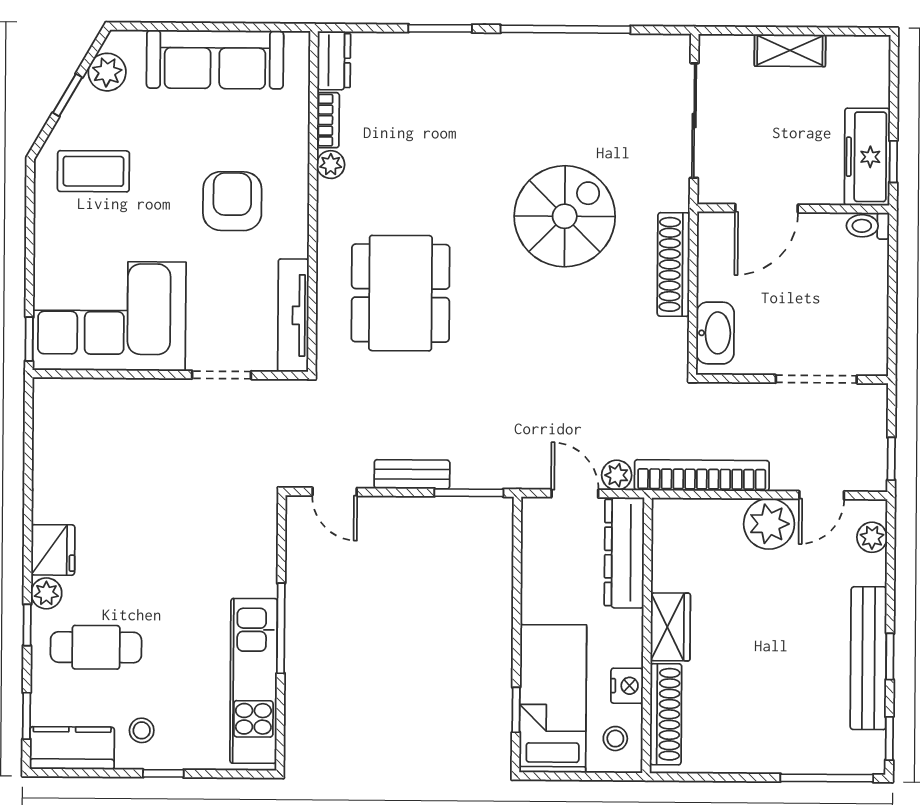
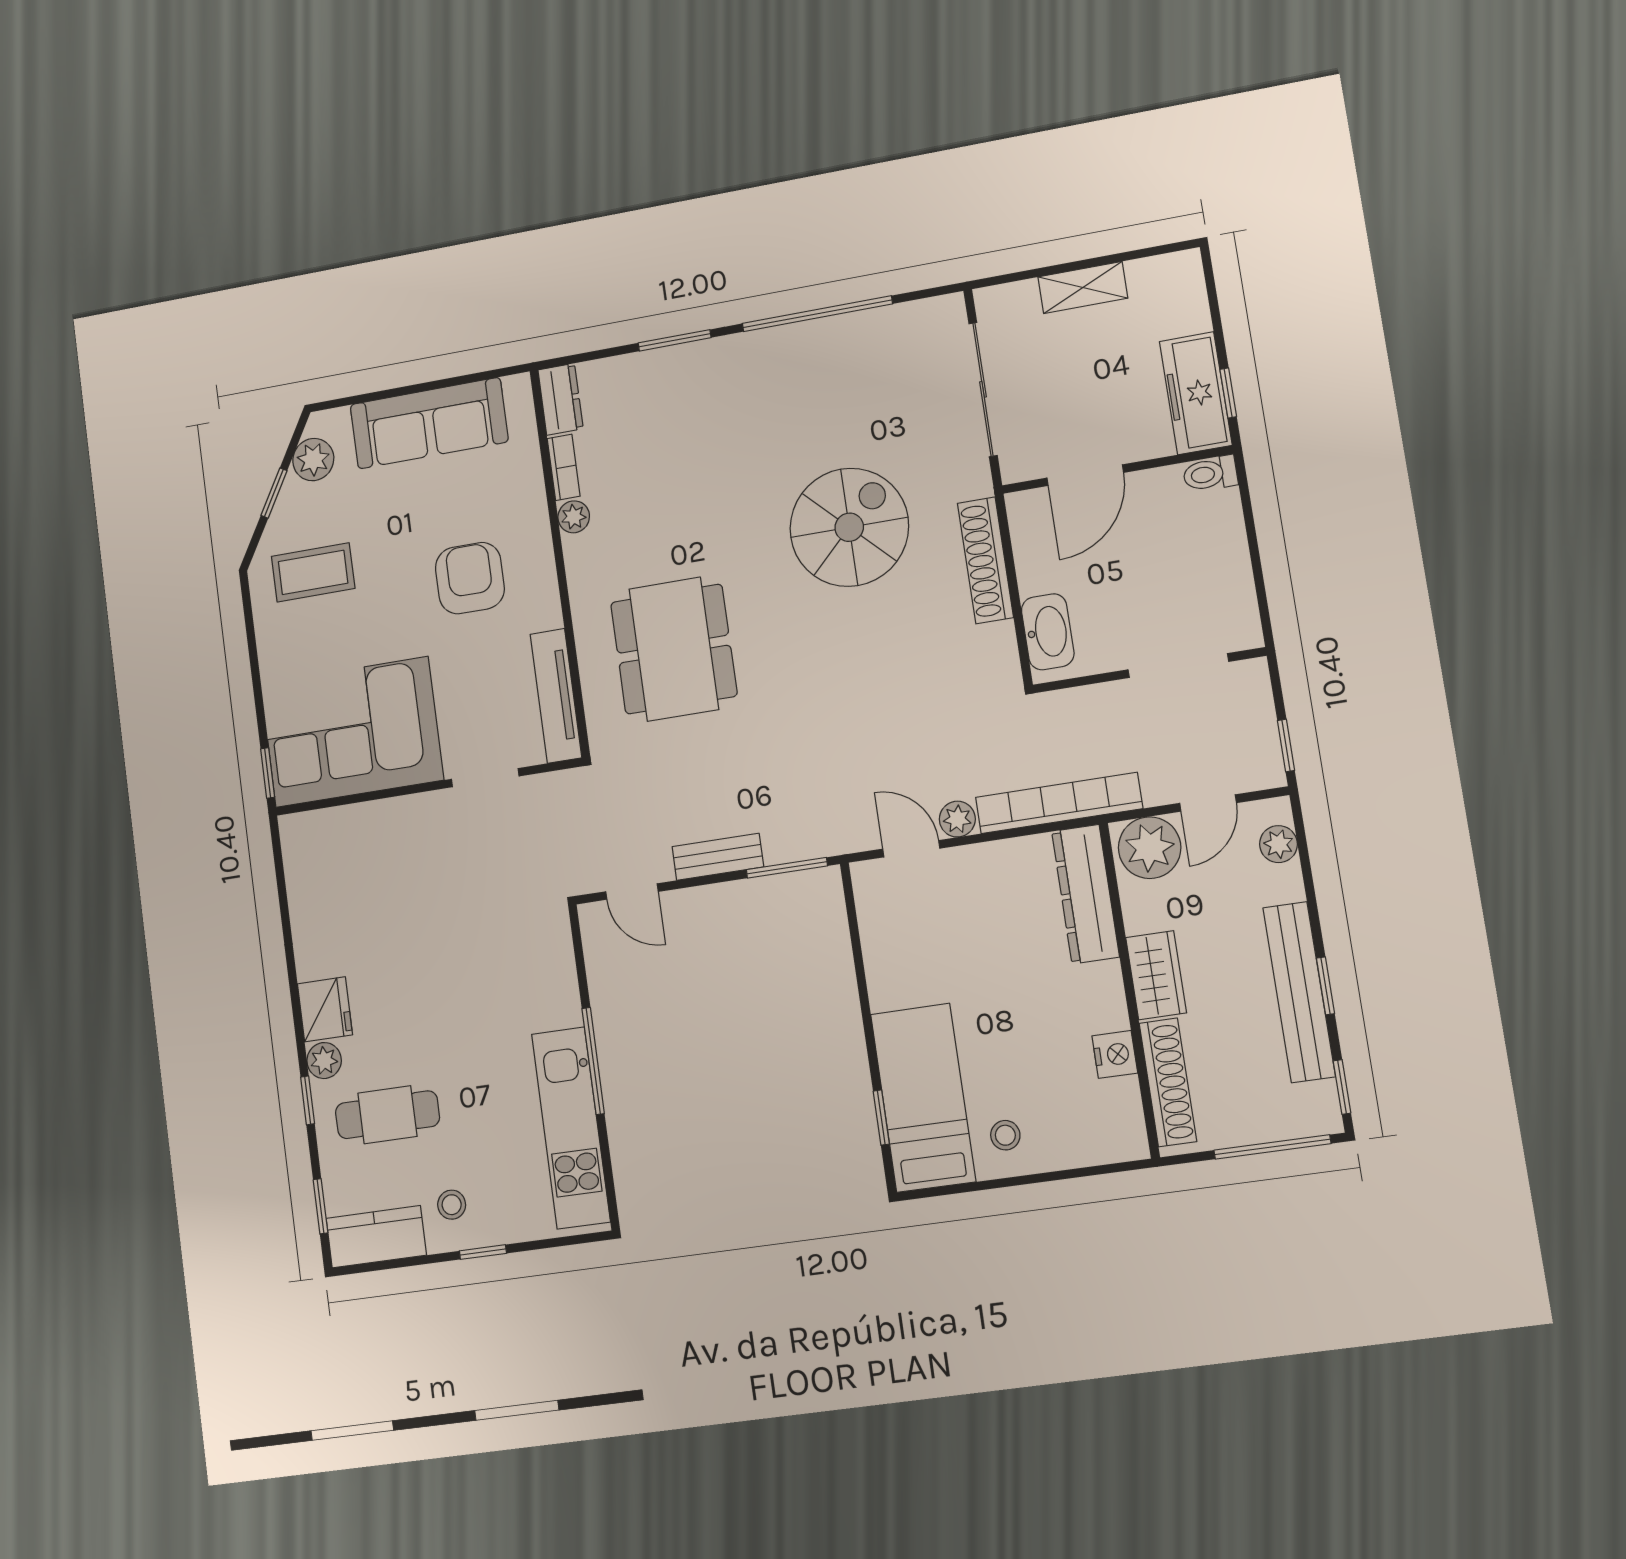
dresser: (624, 553) -> (1086, 894), moved
wardrobe: (670, 627) -> (1156, 975), moved
wall: (647, 635) -> (1129, 990), moved
nightstand: (627, 686) -> (1115, 1054), moved
shoe rack: (666, 714) -> (1168, 1082), moved

